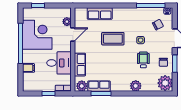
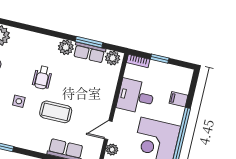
wheelchair: (143, 60) -> (42, 78), moved
row of seats: (80, 65) -> (108, 88), removed
plant: (136, 86) -> (66, 47), moved

